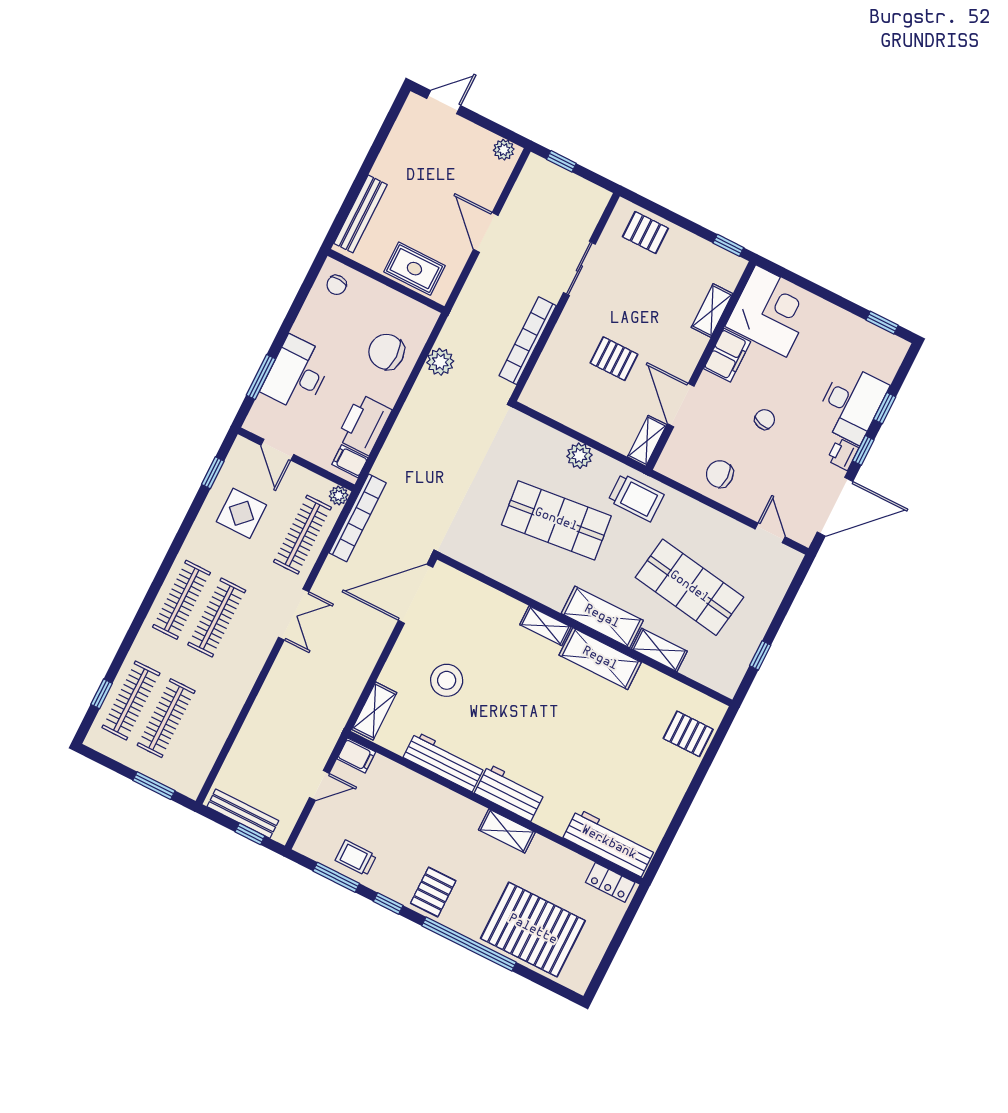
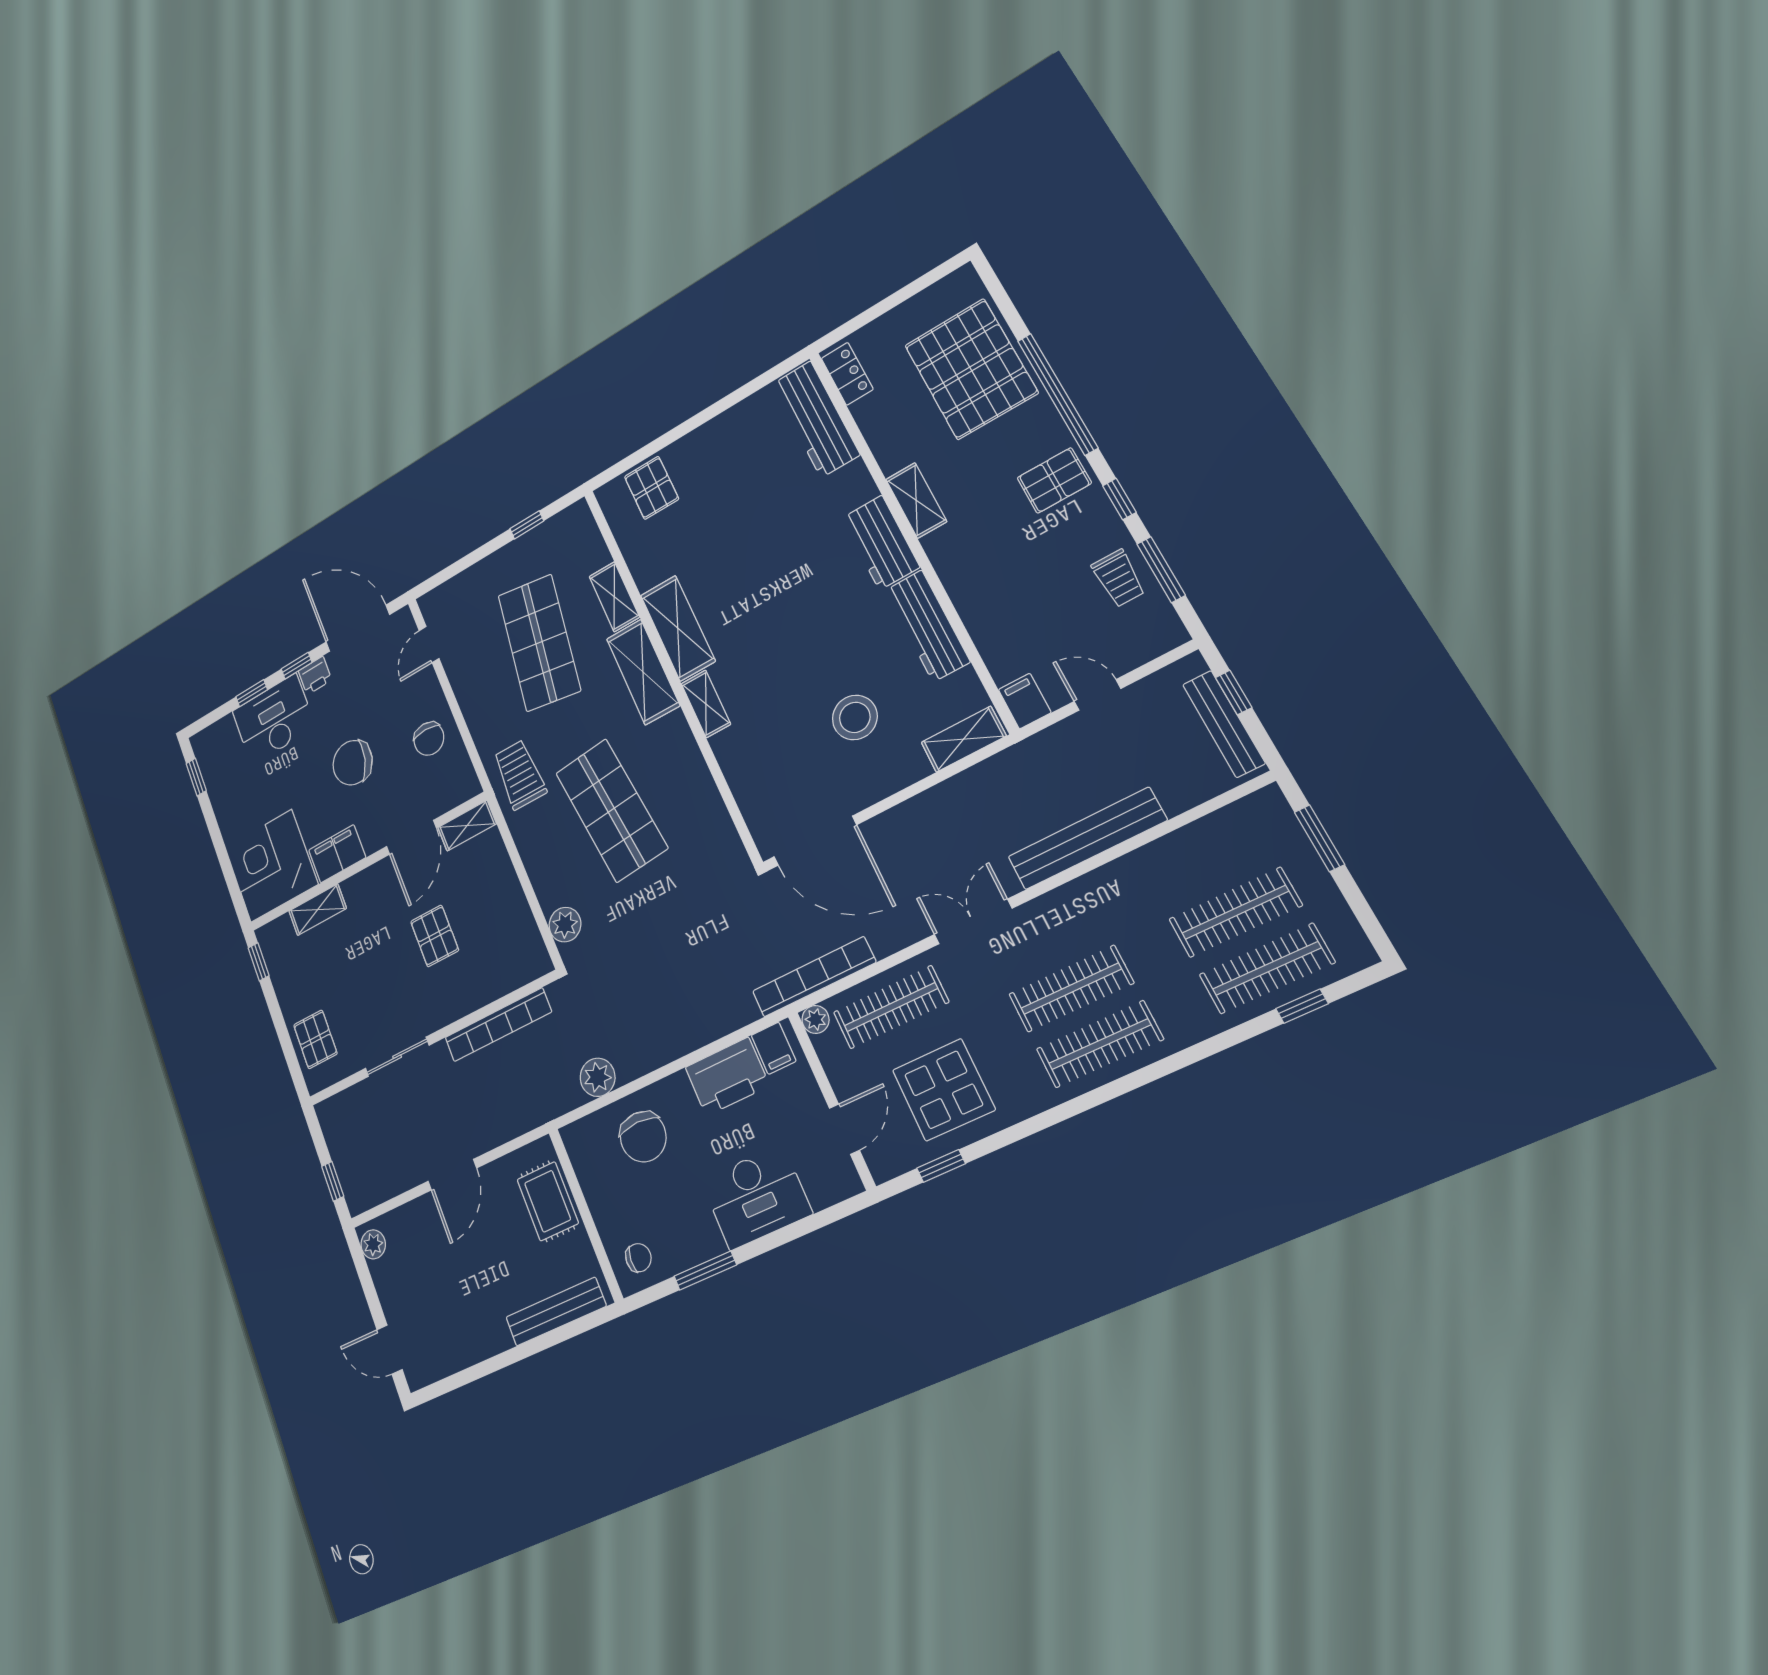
window: (261, 377) -> (705, 1271), moved
chair: (765, 419) -> (353, 763), width x1.87, depth x1.87
plant: (579, 456) -> (565, 925), moved
display table: (241, 513) -> (944, 1090), width x1.36, depth x1.36
bench: (267, 703) -> (1087, 839), added

